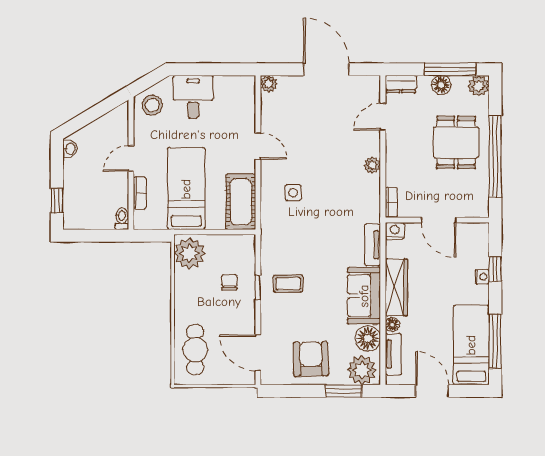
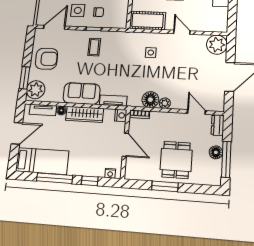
plant: (269, 84) -> (217, 45), width x1.87, depth x1.87
plant: (479, 86) -> (214, 178), removed
dining table: (456, 142) -> (176, 160), turned 90
door: (258, 146) -> (182, 32), swing flipped
window: (495, 156) -> (165, 186), width x0.47
door: (439, 220) -> (125, 145), swing flipped
nightstand: (482, 277) -> (110, 173), moved
side table: (228, 317) -> (78, 10), added
floor lamp: (368, 338) -> (150, 100), moved
window: (495, 341) -> (55, 178), moved

